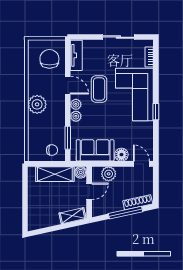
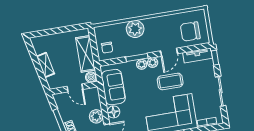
window: (82, 37) -> (215, 58), added
chair: (49, 59) -> (190, 31), turned 180
plant: (37, 104) -> (135, 29), moved
window: (68, 138) -> (137, 58), moved
plant: (109, 174) -> (96, 116), moved
shelving: (73, 216) -> (46, 65), moved

